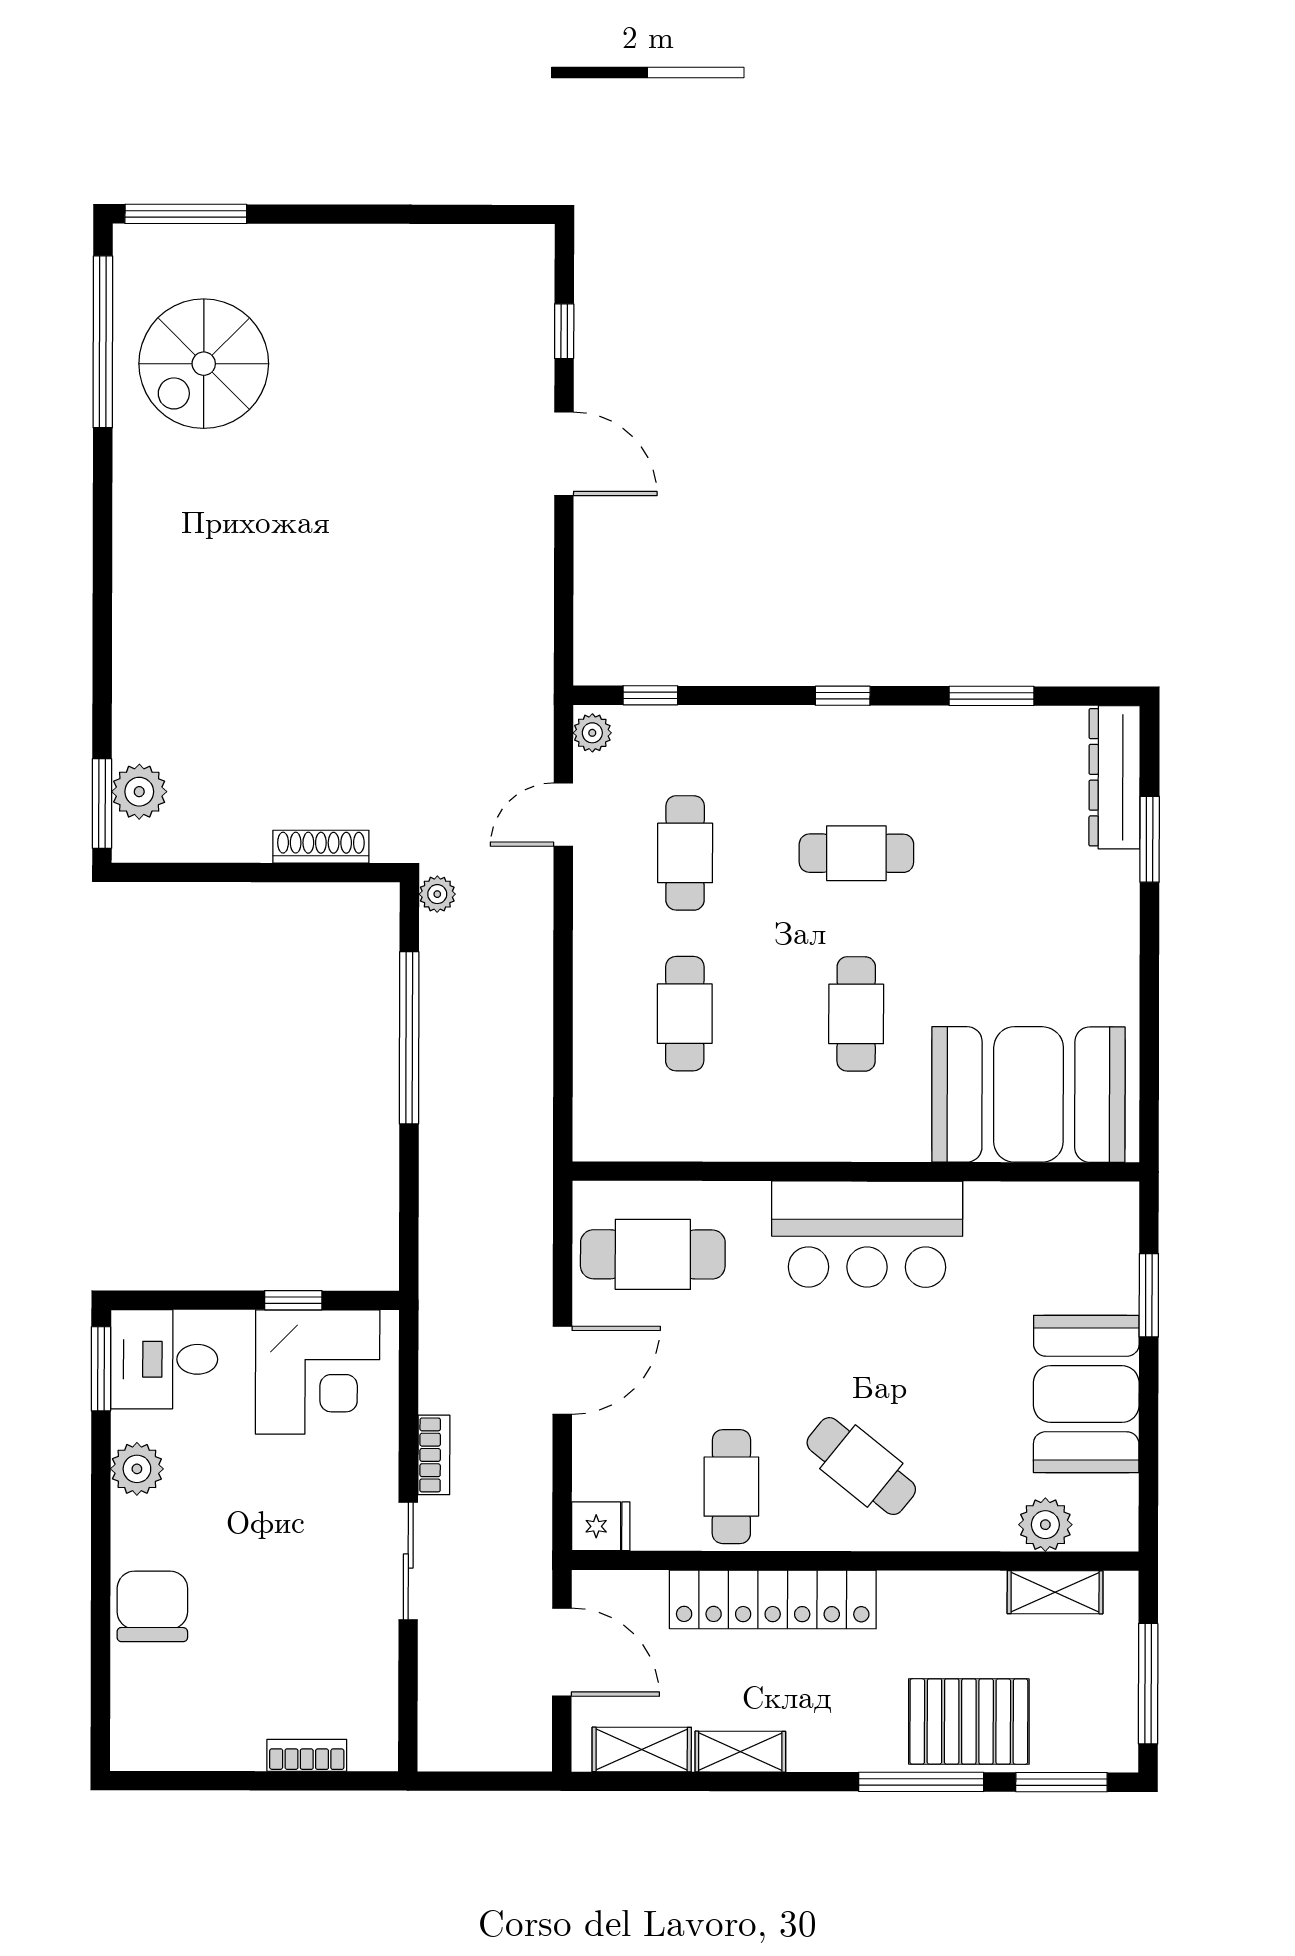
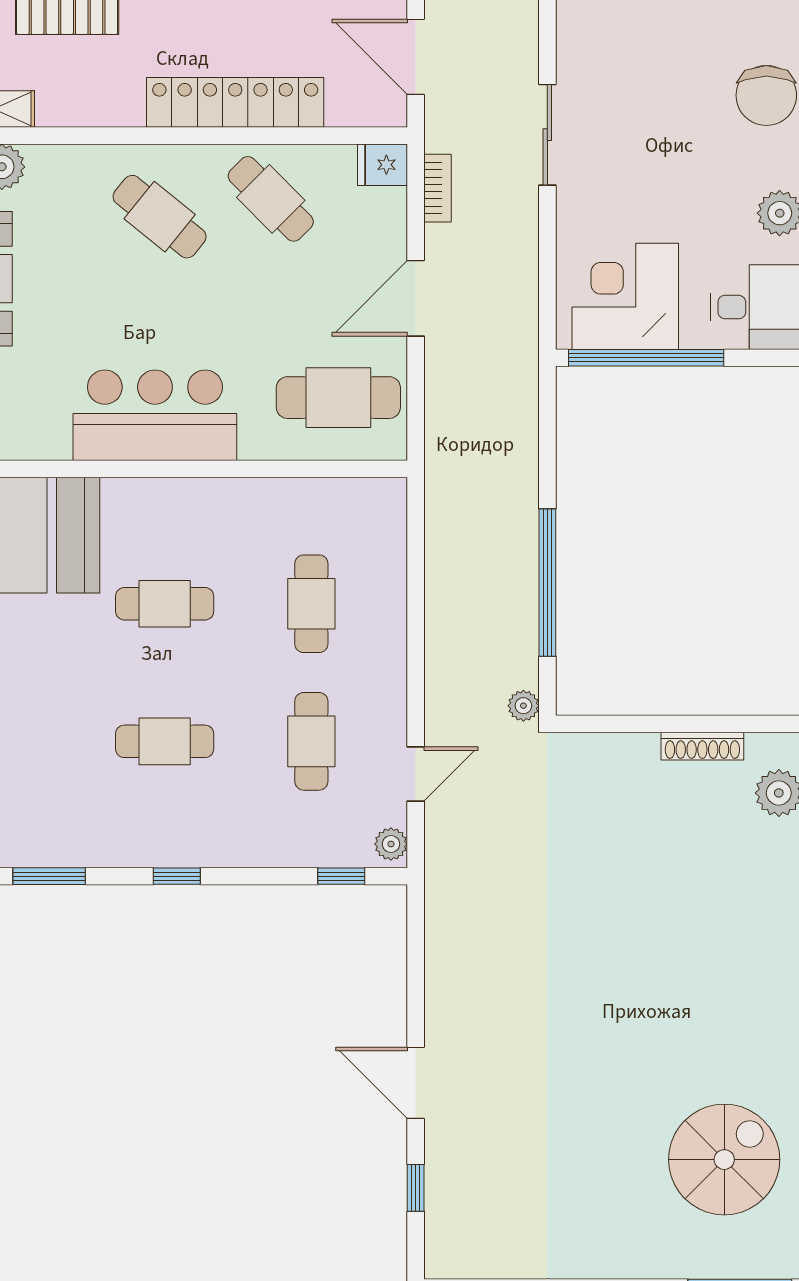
shoe rack: (321, 847) -> (702, 746), moved
cafe table: (856, 1014) -> (165, 604), turned 90
window: (293, 1300) -> (646, 358), width x3.17
bookcase: (434, 1455) -> (437, 188), moved, turned 180
cafe table: (731, 1487) -> (271, 199), turned -45

